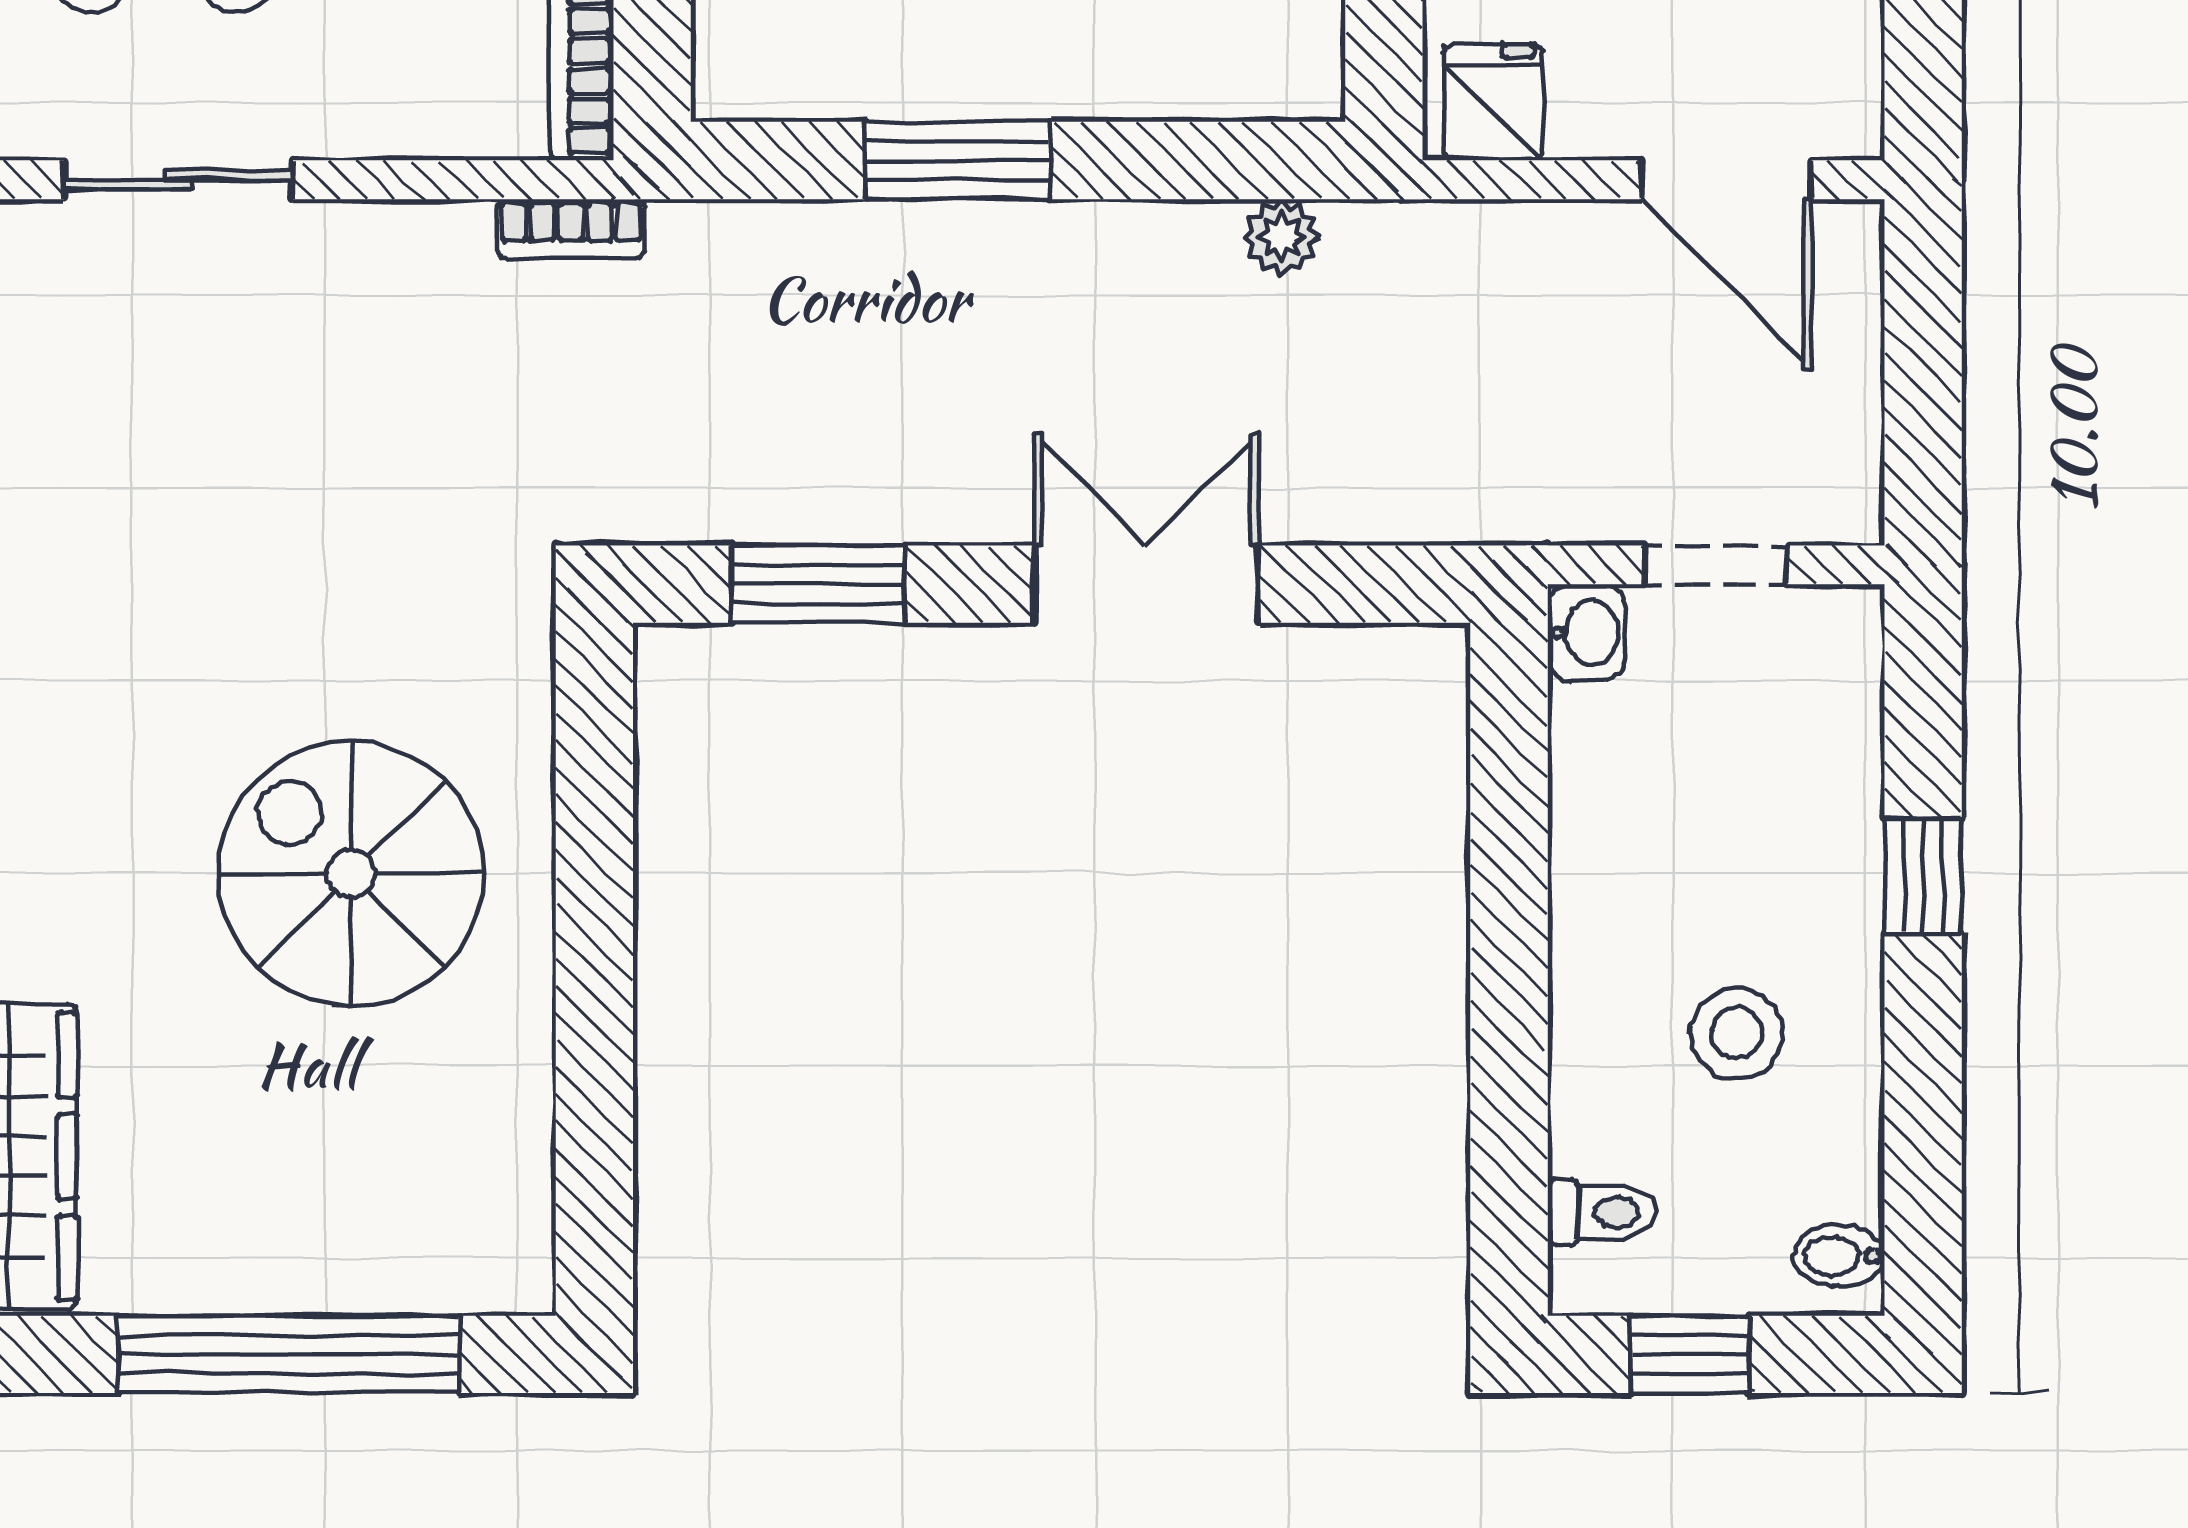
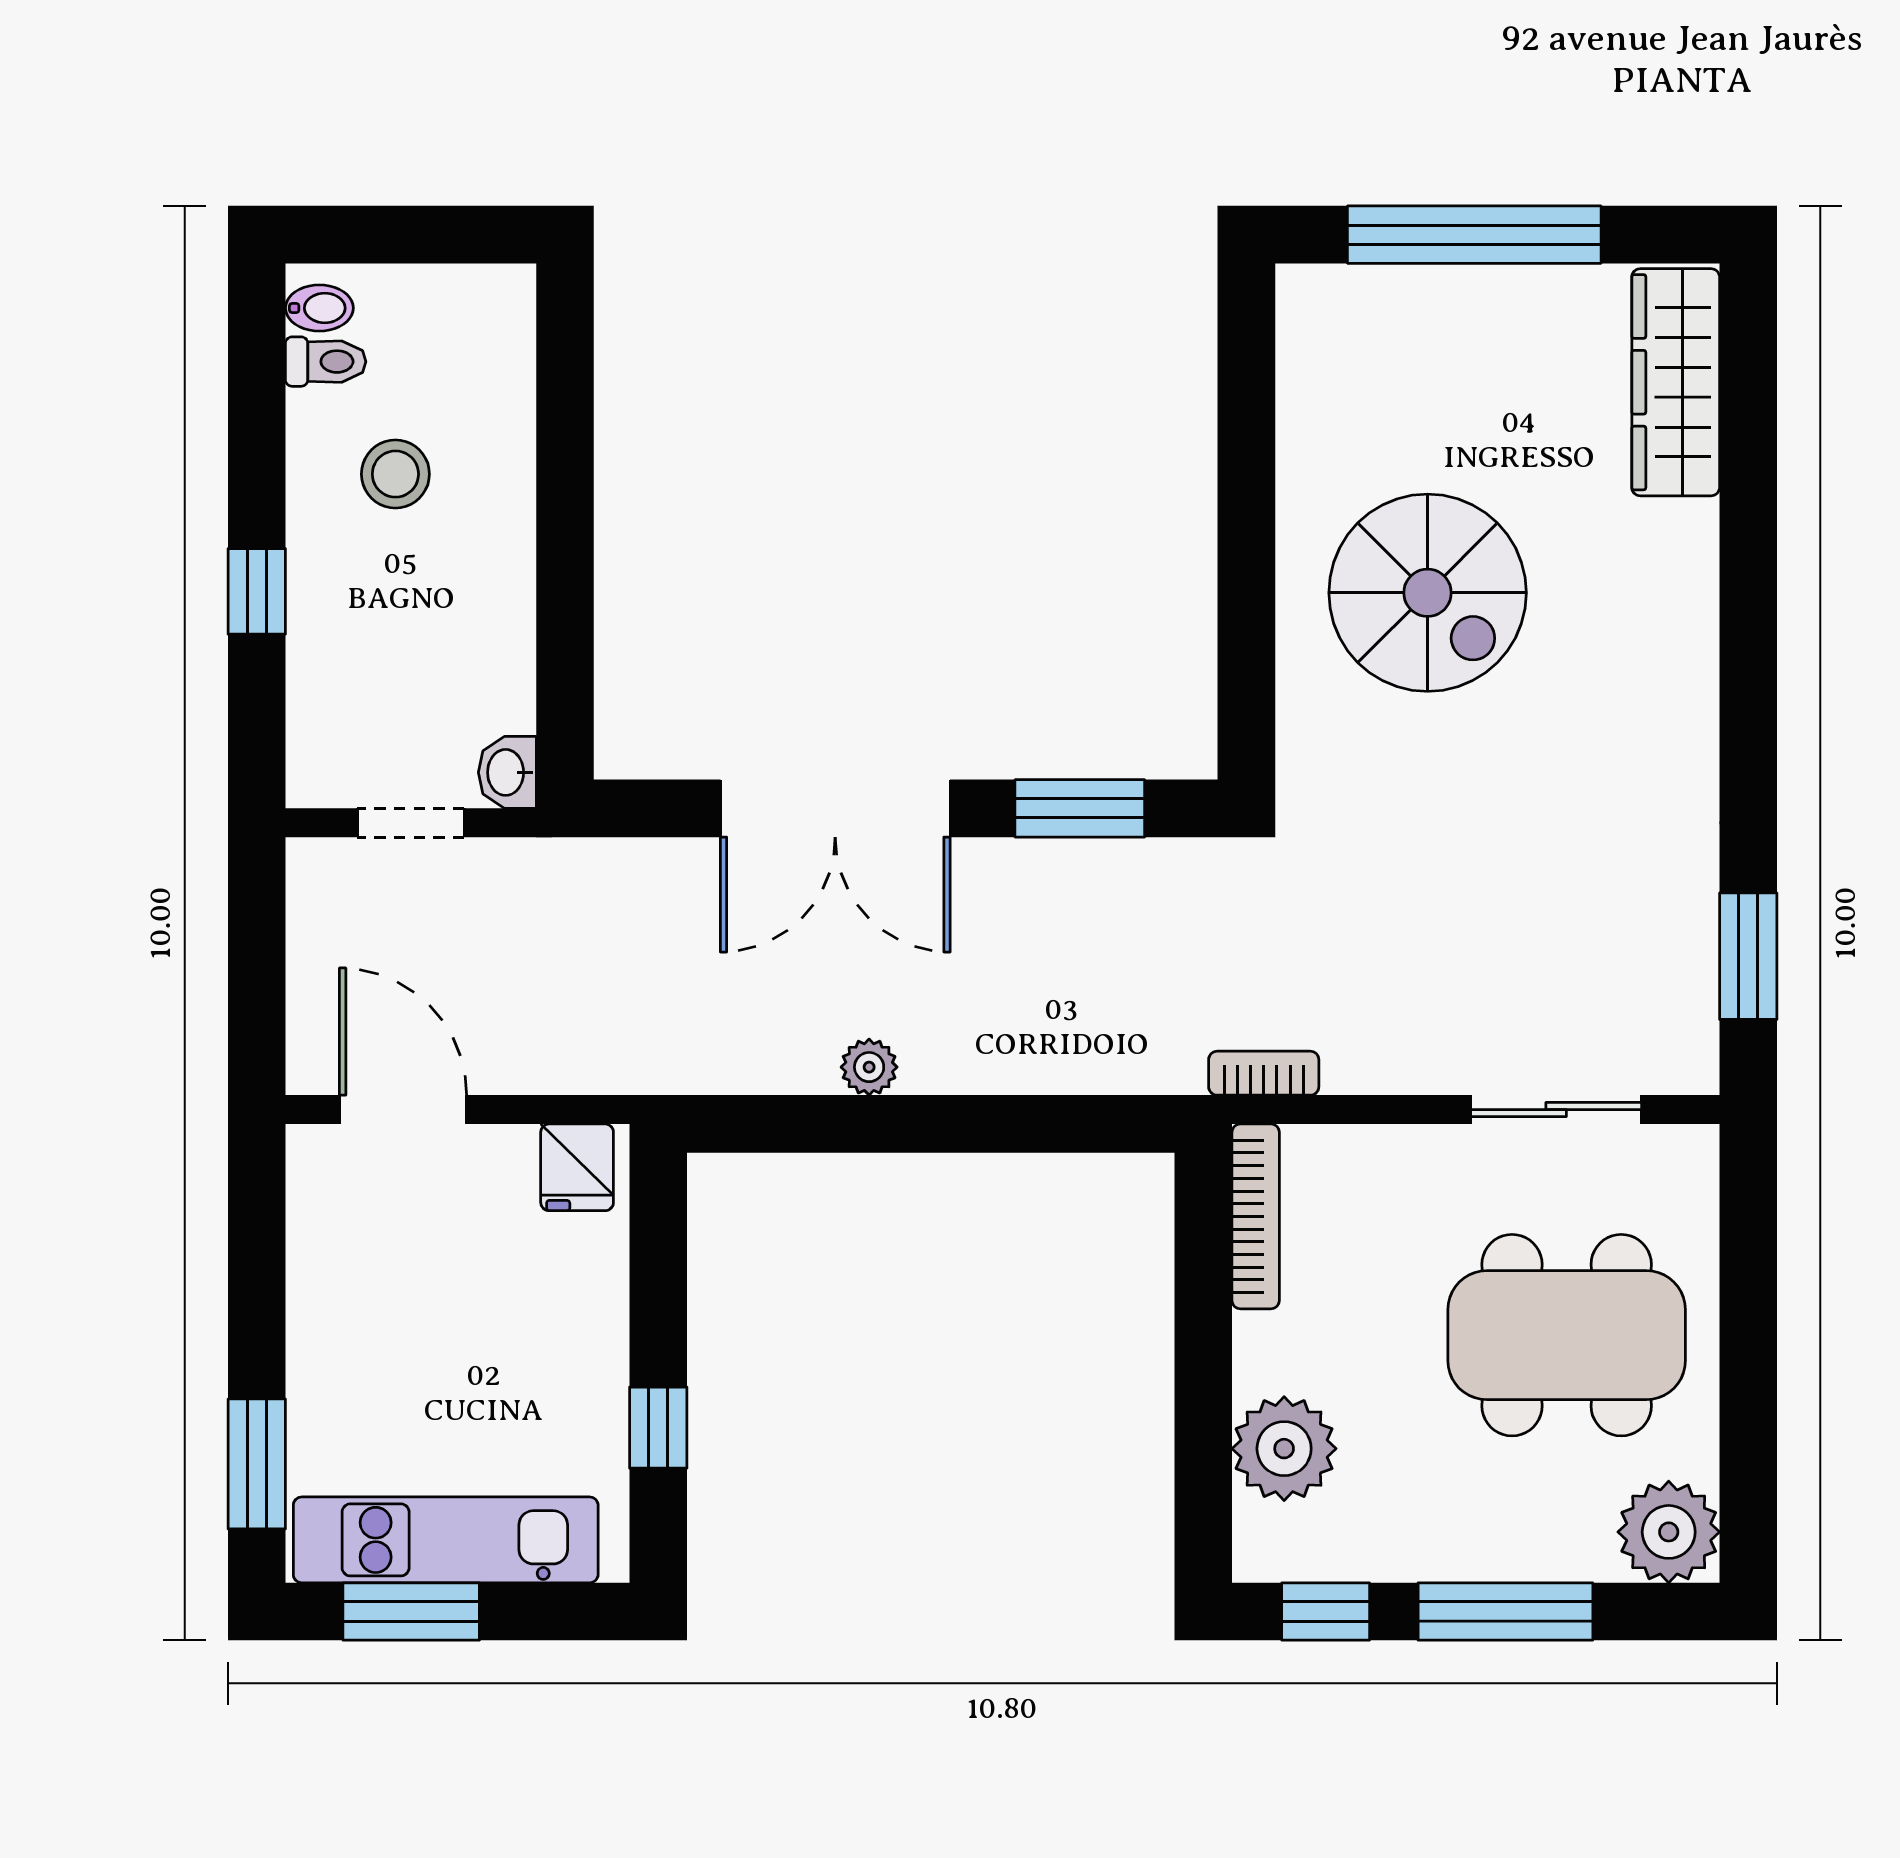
window: (957, 160) -> (976, 1124), removed
plant: (1282, 237) -> (869, 1067), moved
double door: (1146, 584) -> (835, 808), width x1.37
toilet: (1602, 1212) -> (326, 362), moved, turned 180
window: (1690, 1354) -> (430, 235), removed

